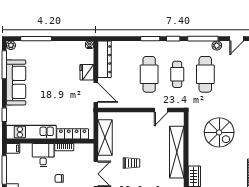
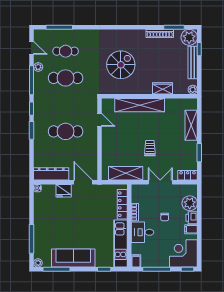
cafe table: (177, 74) -> (66, 51), moved
door: (96, 93) -> (83, 182), hinge flipped

